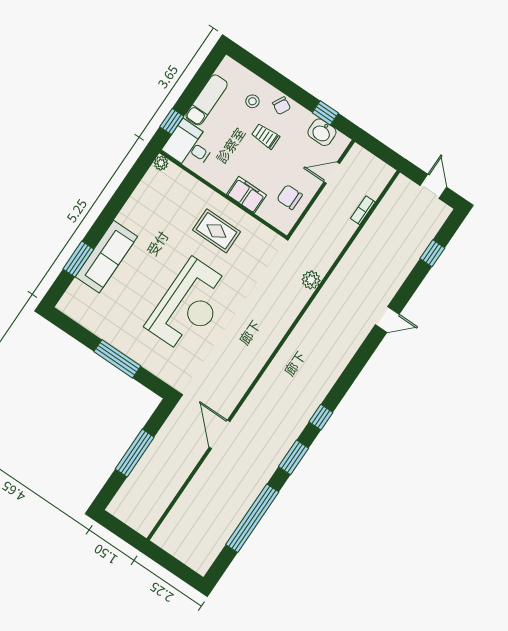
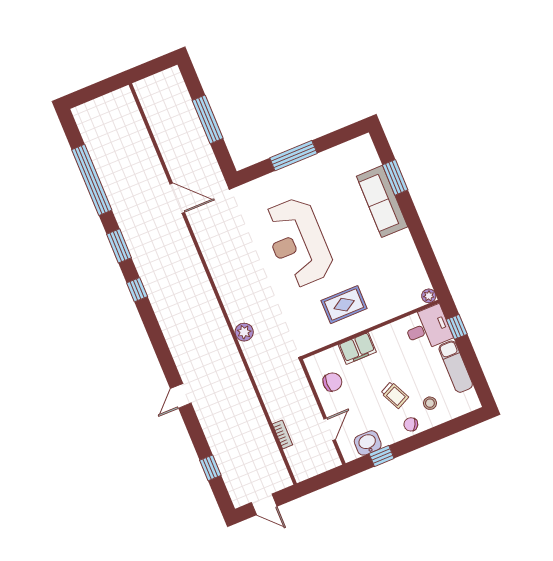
trolley: (265, 136) -> (395, 395), turned 64
plant: (311, 280) -> (244, 332), moved

